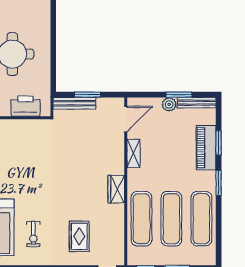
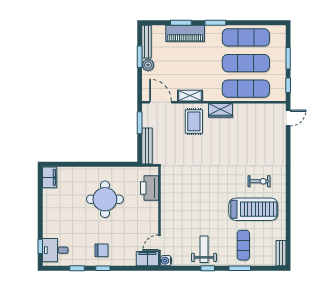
window: (87, 95) -> (140, 123), moved
rug: (79, 236) -> (194, 121), moved, turned 90

